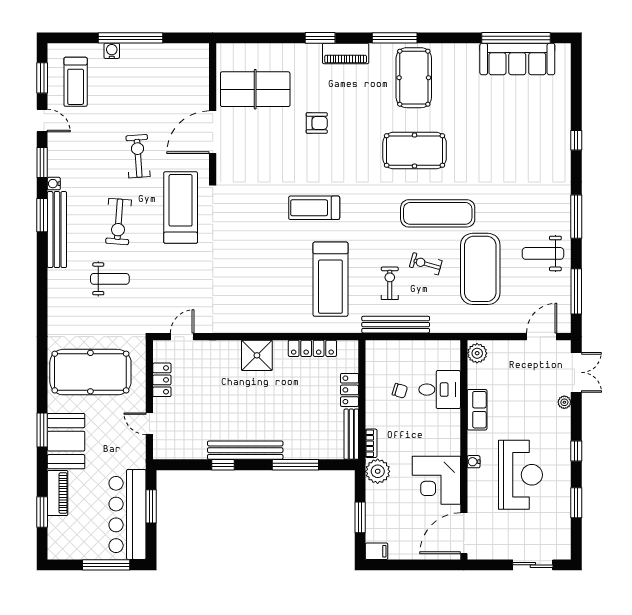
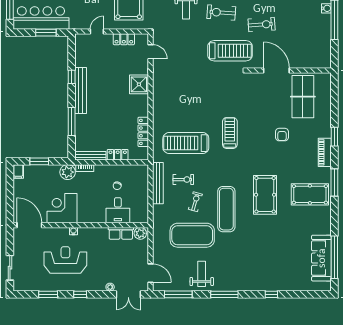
shower: (257, 355) -> (139, 84), moved
row of seats: (477, 410) -> (121, 233), moved
reception desk: (521, 475) -> (65, 260), turned 180

